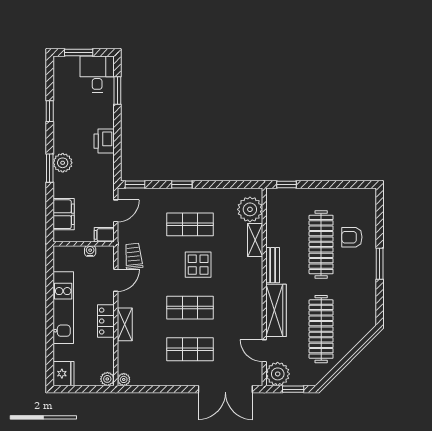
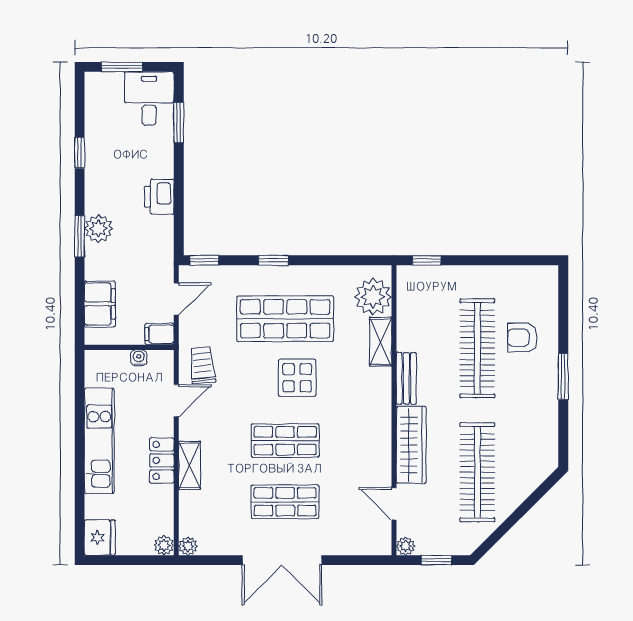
shop shelf: (190, 224) -> (285, 319), width x1.43, depth x1.36
plant: (278, 374) -> (406, 546), width x0.53, depth x0.53
double door: (225, 389) -> (282, 560), moved

